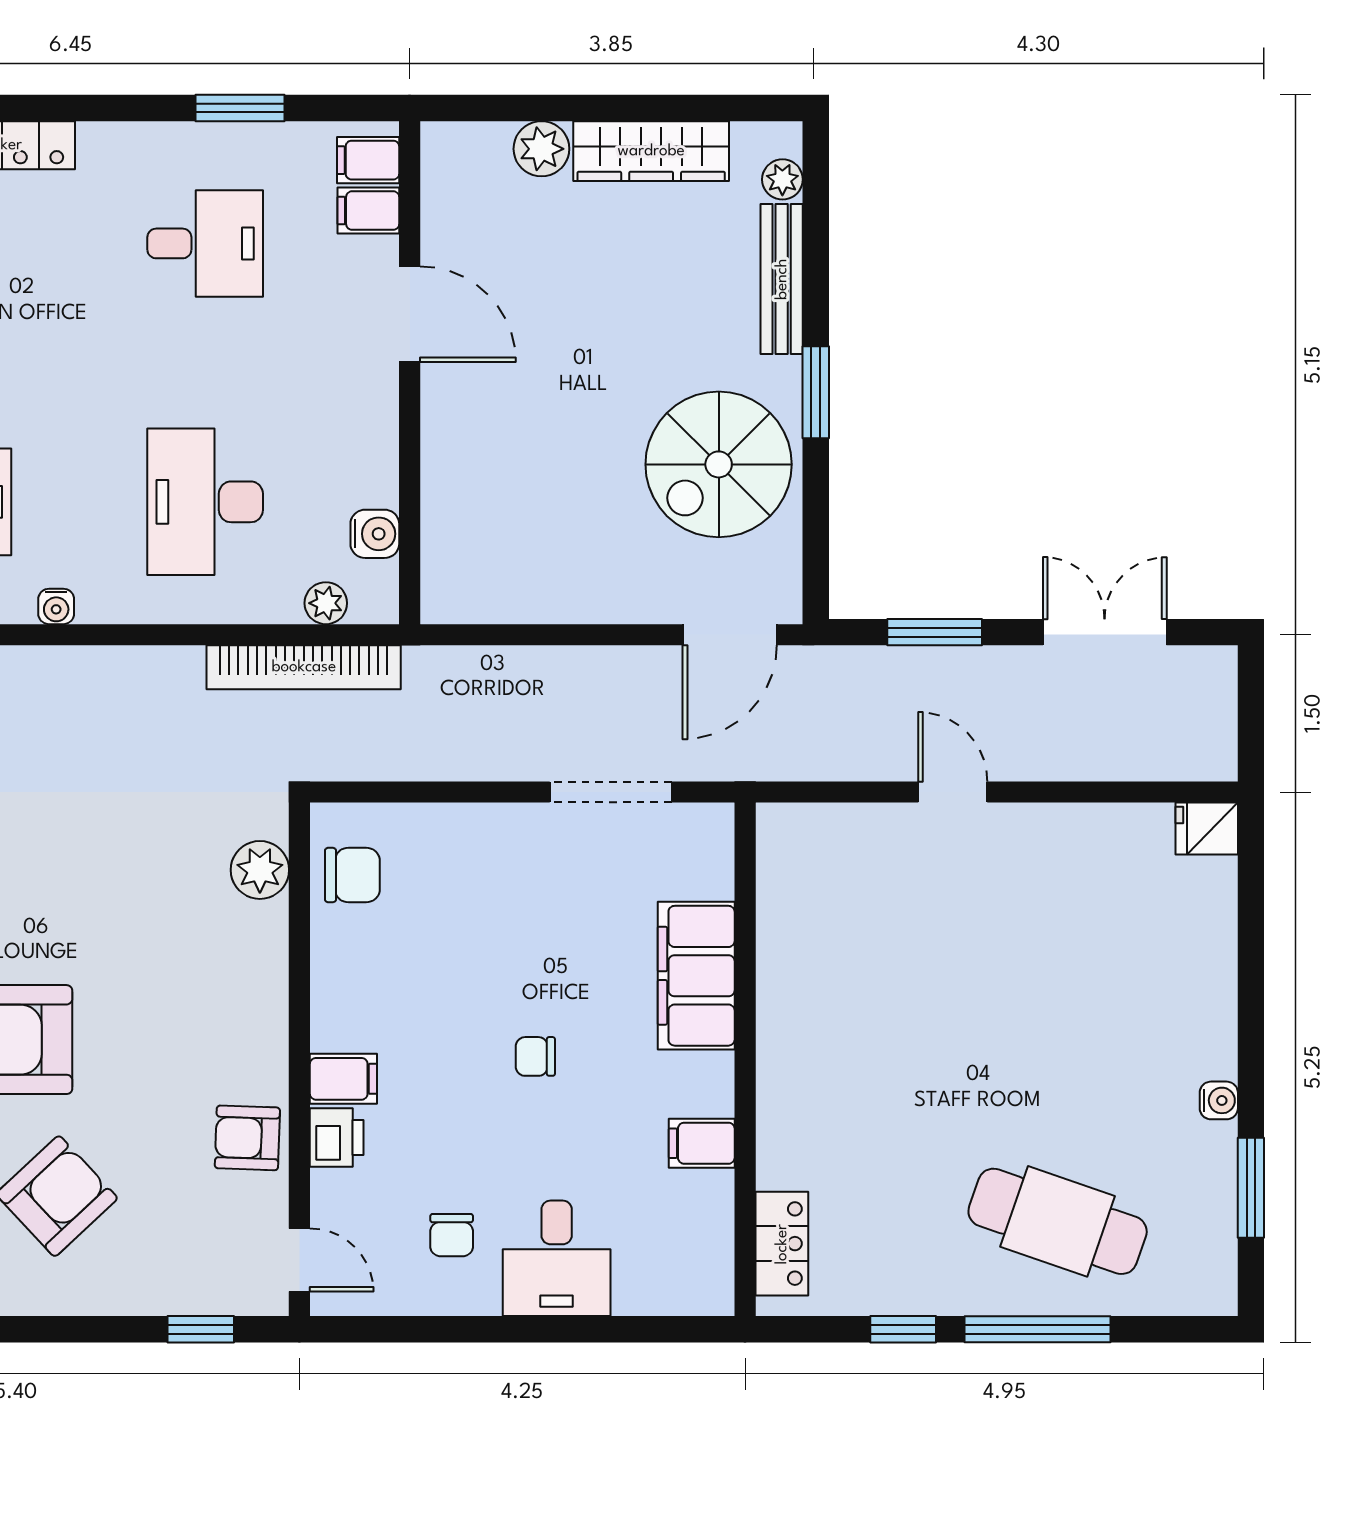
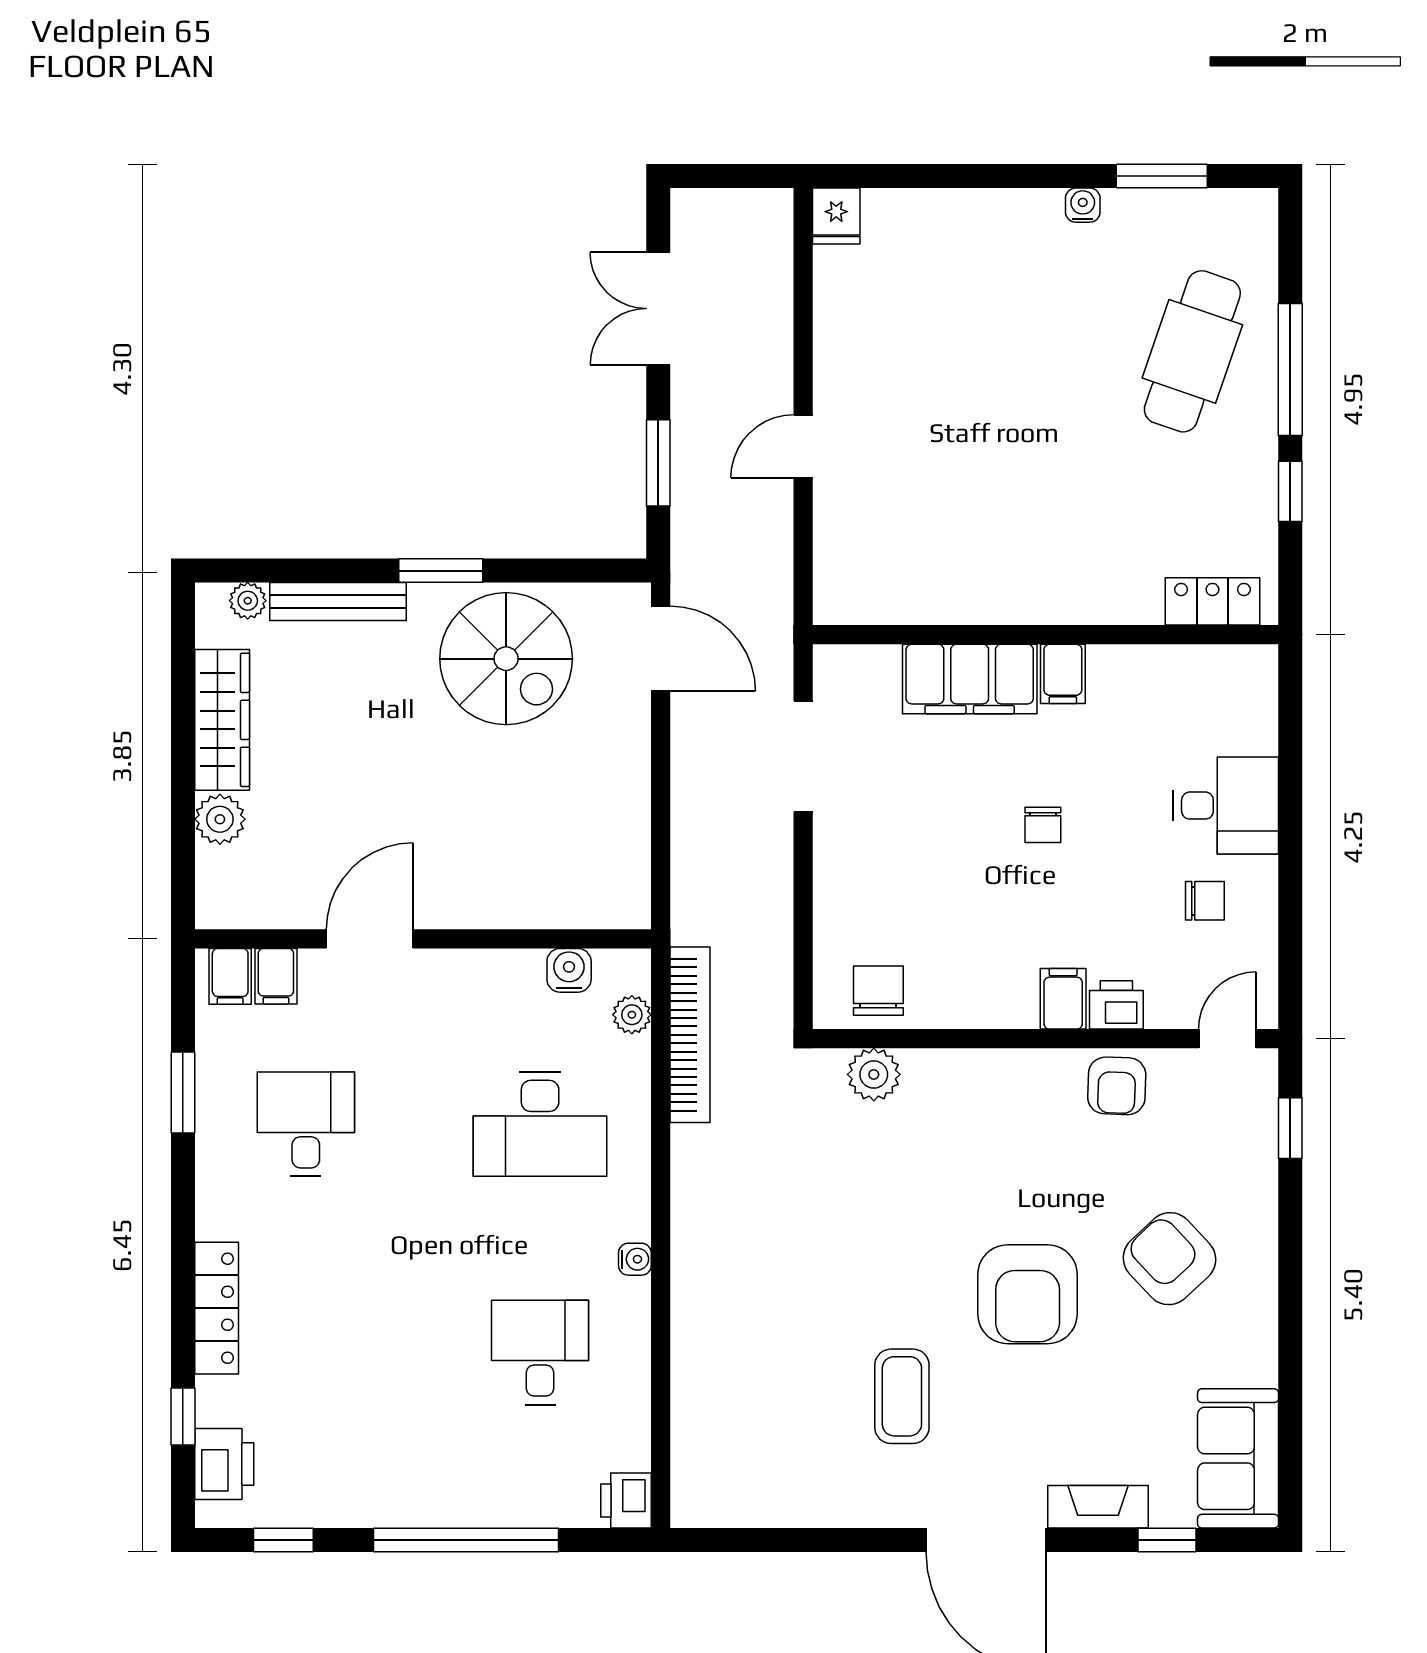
filing cabinet: (702, 1143) -> (1063, 674), moved

